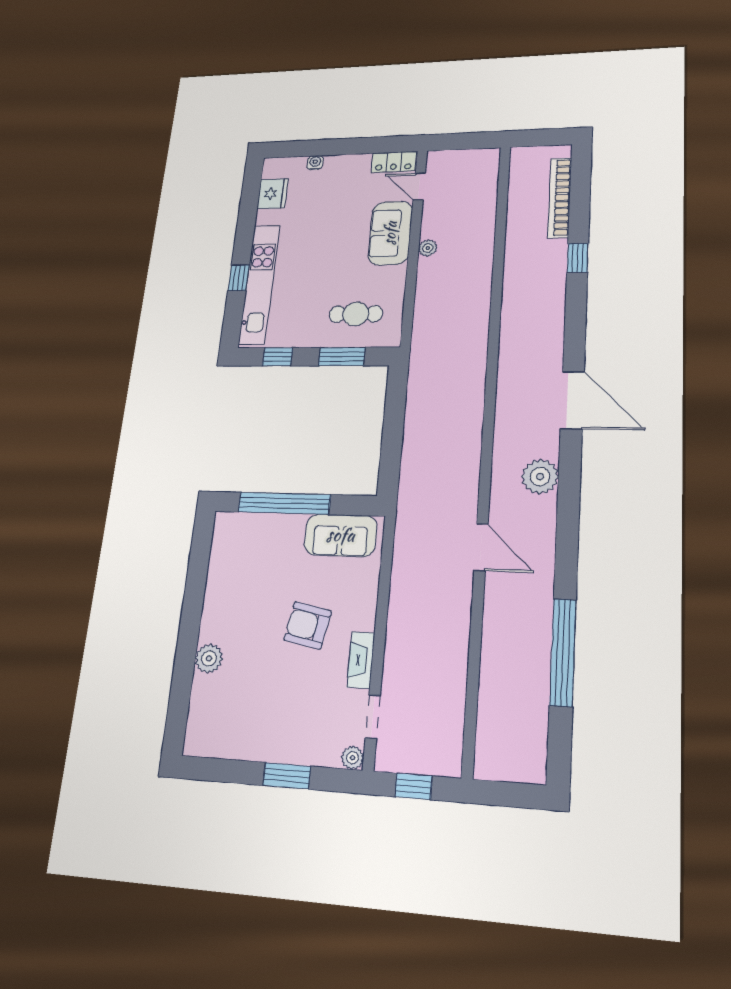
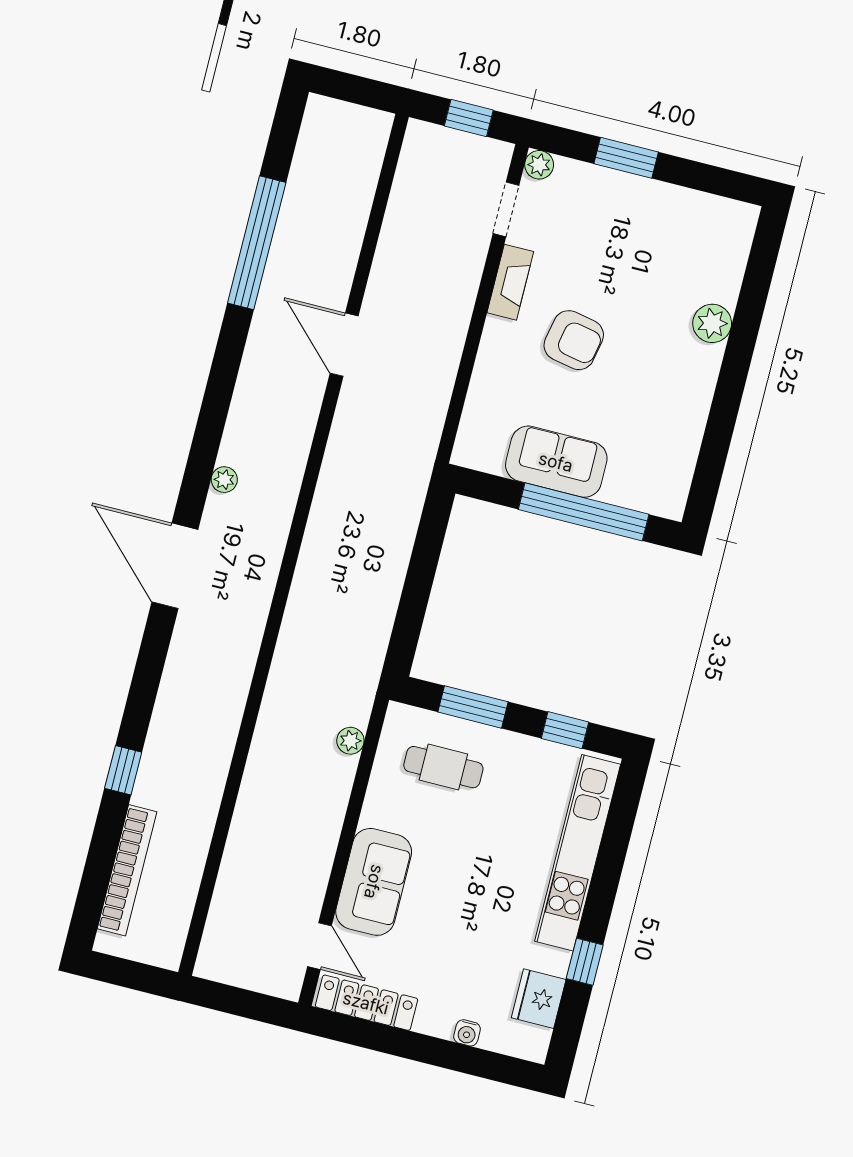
locker: (394, 162) -> (366, 1003), width x1.53
plant: (428, 248) -> (350, 741), moved
window: (239, 278) -> (585, 962), moved
plant: (540, 477) -> (224, 480), width x0.53, depth x0.53
sofa: (341, 535) -> (556, 462), moved
door: (481, 547) -> (344, 345), moved

